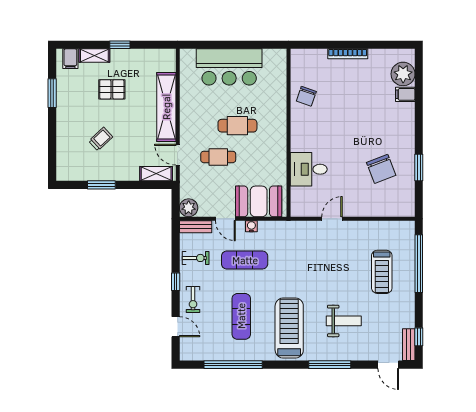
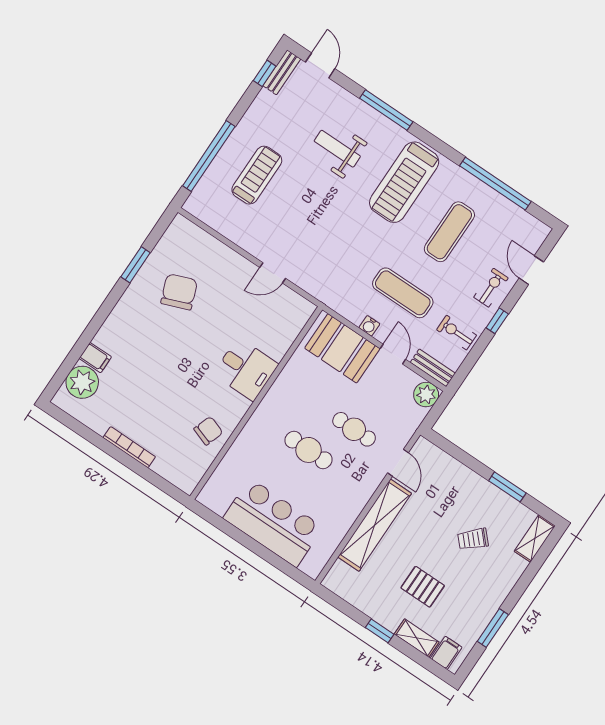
desk: (309, 169) -> (246, 369), moved
shelving: (156, 174) -> (535, 539), moved, turned 90

